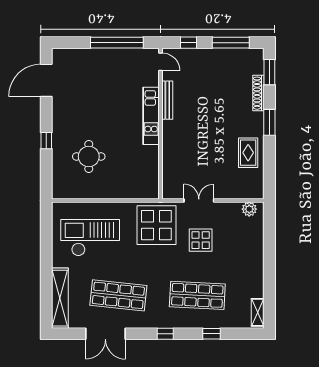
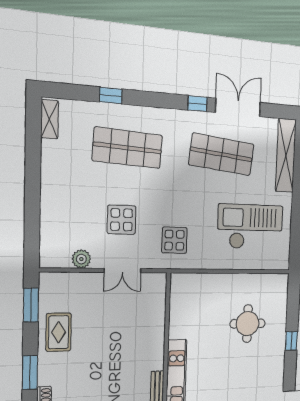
window: (269, 174) -> (31, 305), added
plant: (249, 209) -> (81, 259), moved
display table: (156, 225) -> (174, 240), width x0.54, depth x0.54
checkout: (90, 238) -> (250, 227), turned 180
window: (165, 334) -> (197, 104), moved

